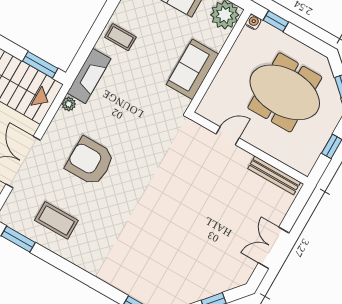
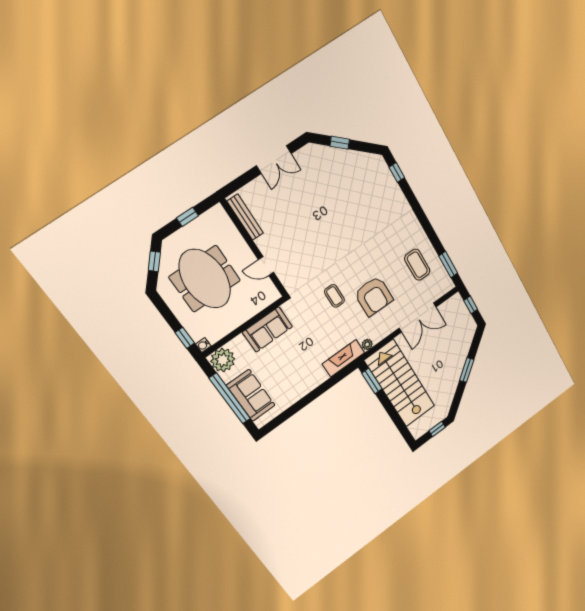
coffee table: (120, 37) -> (334, 296), moved

